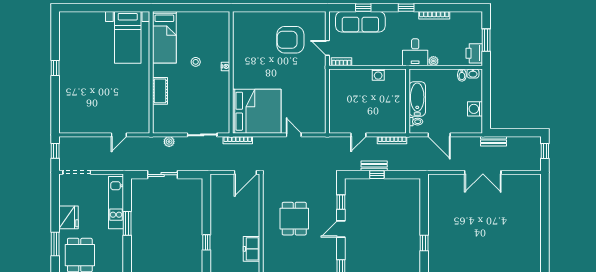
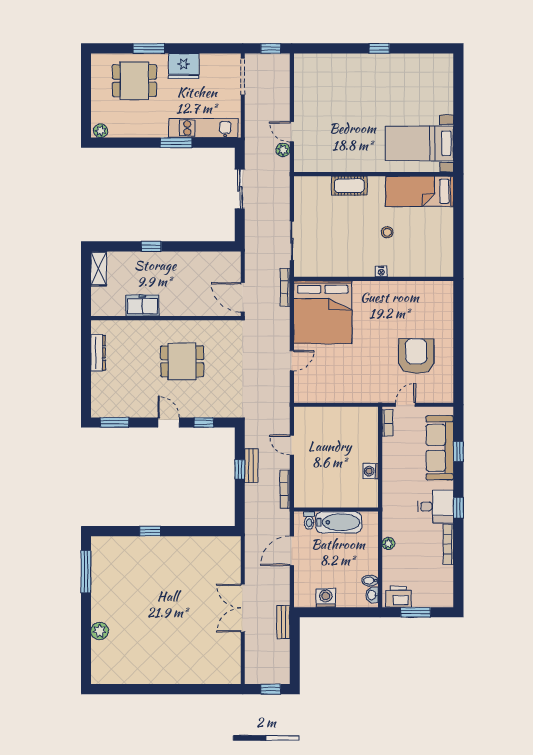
desk: (415, 52) -> (436, 507), moved, turned 180
plant: (169, 142) -> (283, 150), moved

